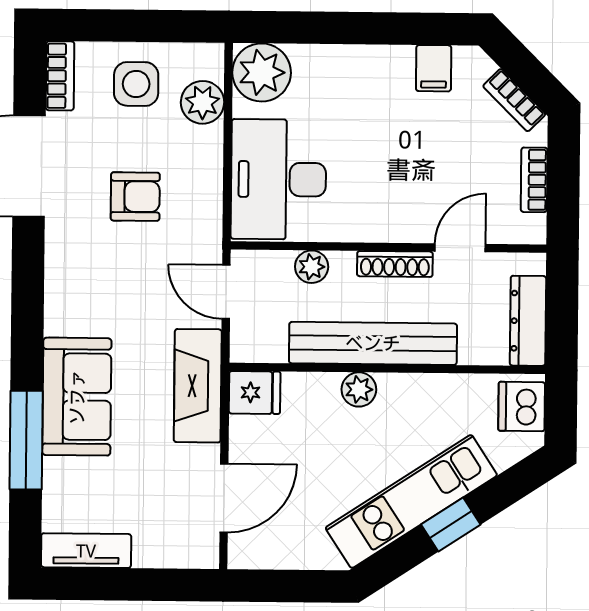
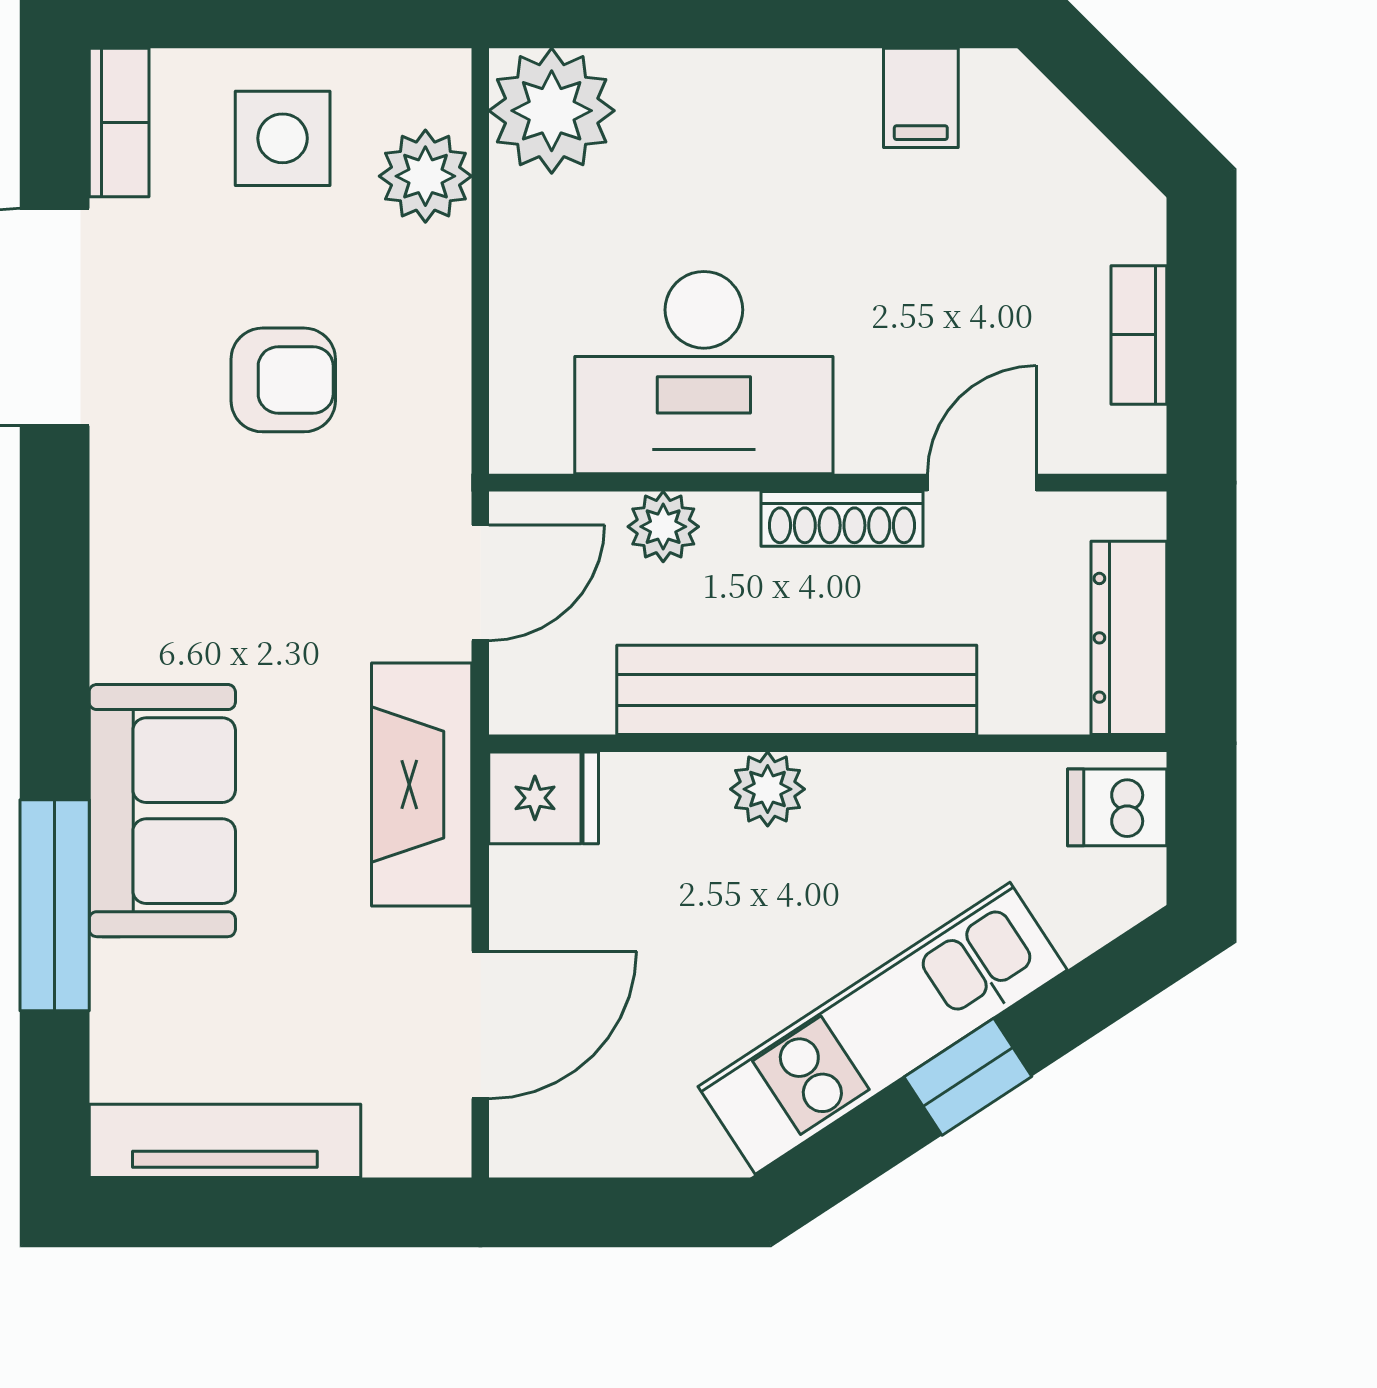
bookcase: (514, 100) -> (1094, 164), removed
desk: (278, 179) -> (704, 373), moved, turned -90
door: (226, 292) -> (480, 583), swing flipped
dishwasher: (522, 406) -> (1117, 807), width x0.73
tv unit: (86, 551) -> (225, 1141), width x1.41

